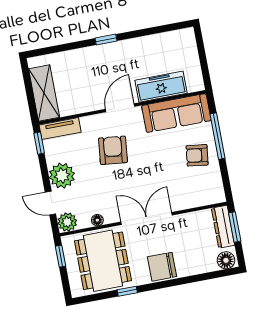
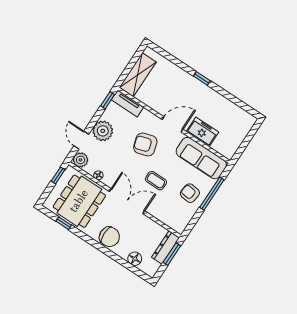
freezer: (161, 87) -> (202, 132), width x0.71
armchair: (113, 150) -> (145, 144), turned -113
coffee table: (155, 174) -> (156, 181), added
floor lamp: (226, 260) -> (135, 259), moved
chair: (162, 267) -> (109, 237), turned 180
window: (127, 291) -> (64, 223), moved

